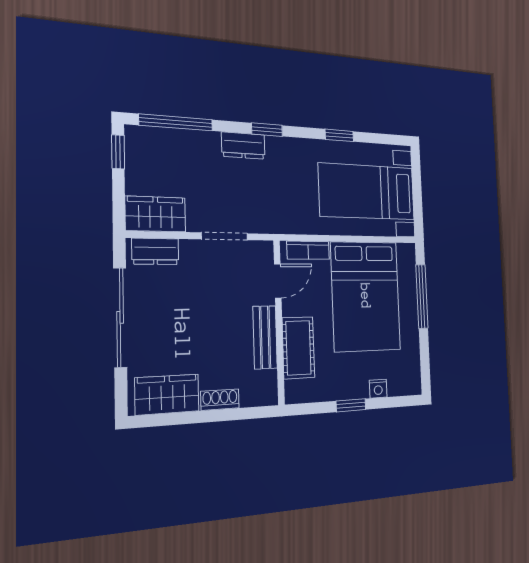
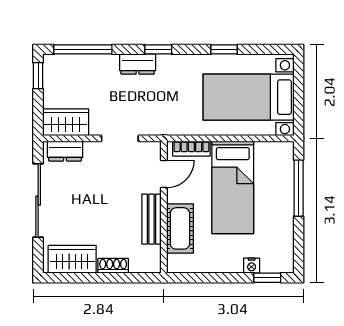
bed: (366, 296) -> (233, 187), width x0.67
window: (351, 405) -> (267, 278), moved

